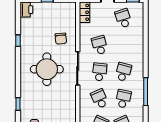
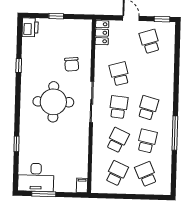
school desk: (100, 99) -> (118, 140), turned 48

